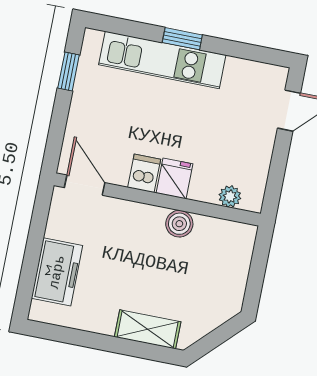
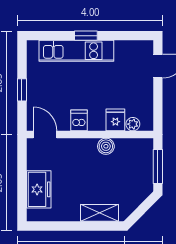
window: (69, 71) -> (22, 90), moved
fridge: (175, 178) -> (115, 120), moved
window: (257, 273) -> (158, 166), added

